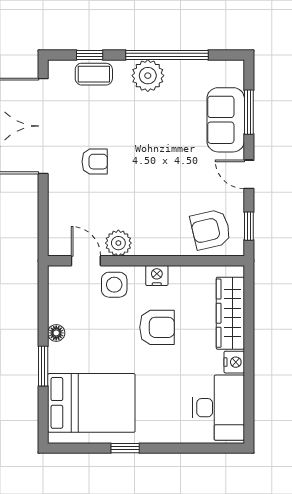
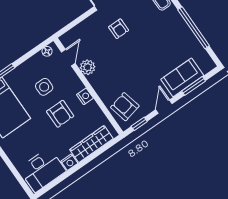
plant: (148, 76) -> (177, 25), removed
side table: (114, 285) -> (44, 87), moved
floor lamp: (56, 333) -> (47, 51), moved

